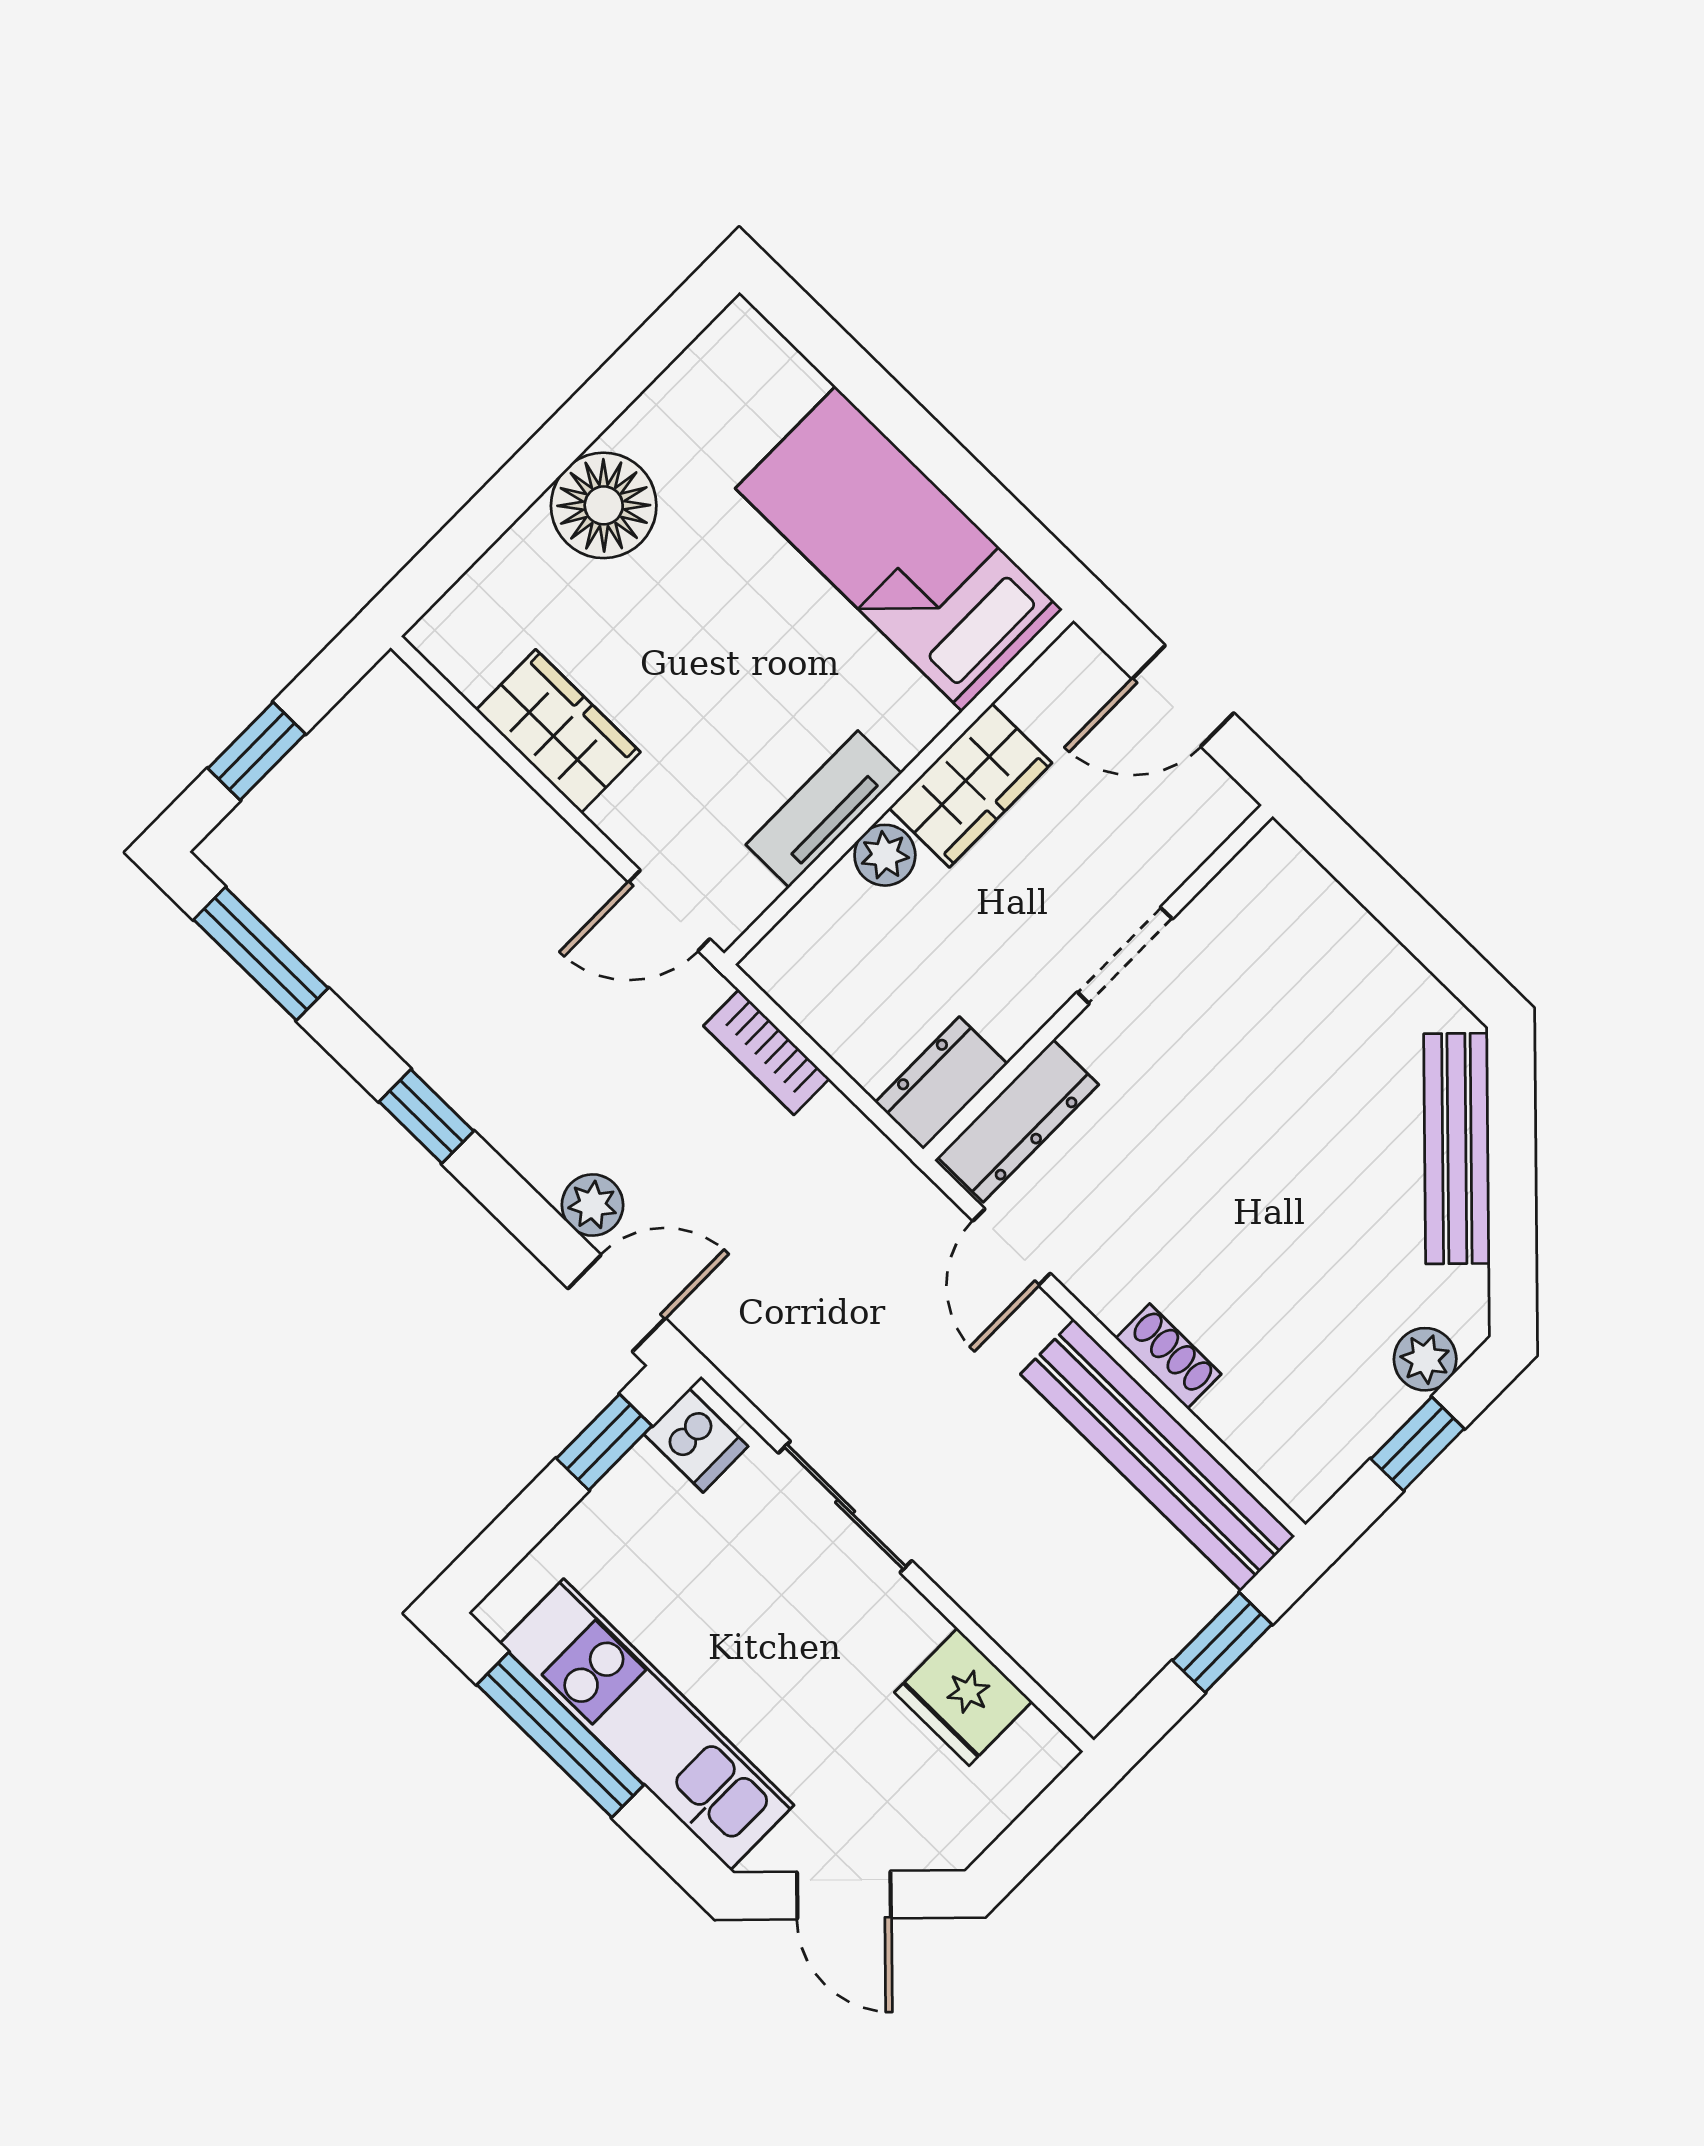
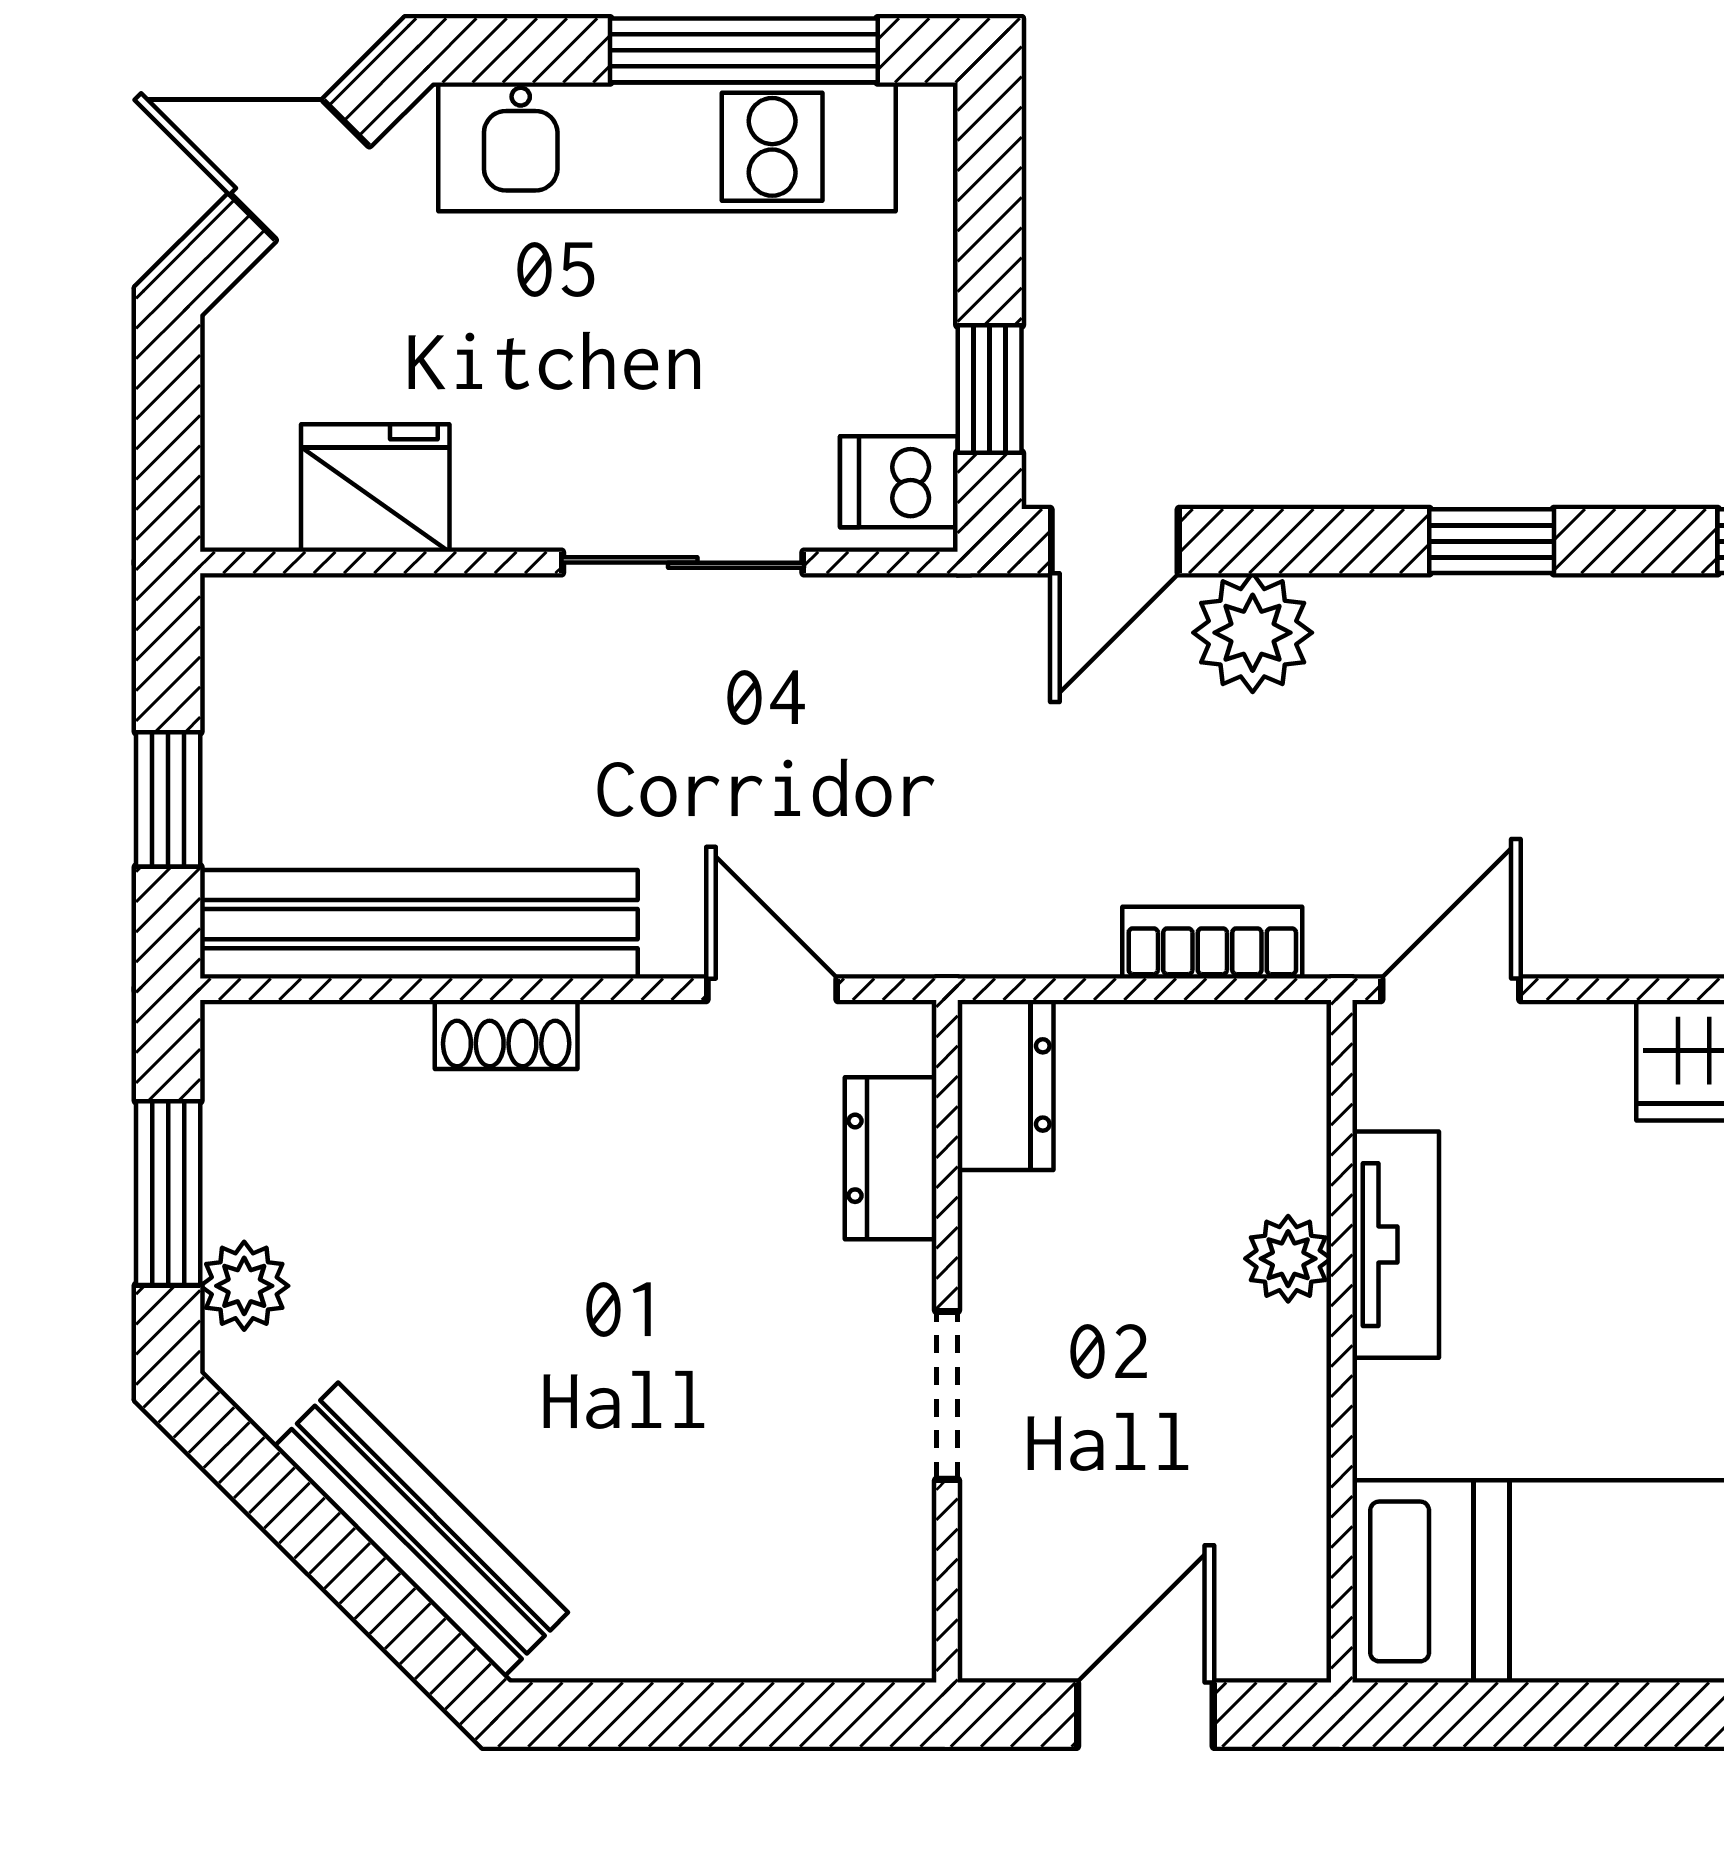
wardrobe: (970, 785) -> (1271, 1414), removed
dresser: (1018, 1121) -> (891, 1158), width x0.70
plant: (593, 1205) -> (1253, 633), width x1.38, depth x1.38
window: (1418, 1444) -> (168, 1193), width x1.50

